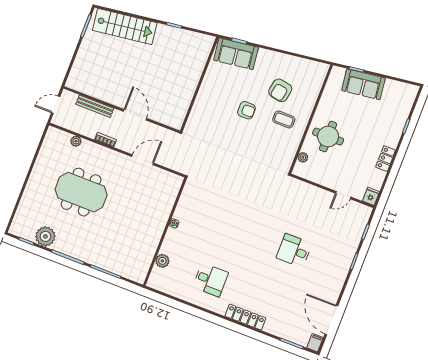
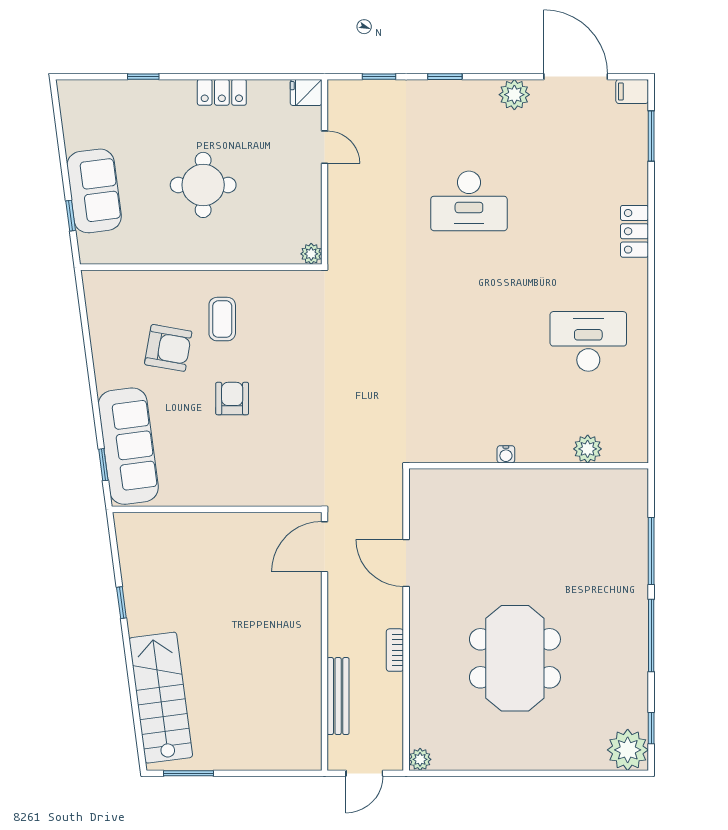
sofa: (236, 54) -> (128, 446), width x1.36
door: (56, 105) -> (364, 773), hinge flipped
door: (135, 115) -> (325, 547), moved
round table: (328, 137) -> (203, 185), moved
plant: (76, 141) -> (420, 759), moved
plant: (303, 157) -> (311, 254), moved
plant: (45, 236) -> (628, 750), moved
desk: (294, 251) -> (469, 201), width x1.37
desk: (210, 280) -> (588, 341), width x1.37
plant: (334, 289) -> (514, 95), added
locker: (245, 317) -> (634, 231), width x0.66
door: (331, 320) -> (576, 77), swing flipped

